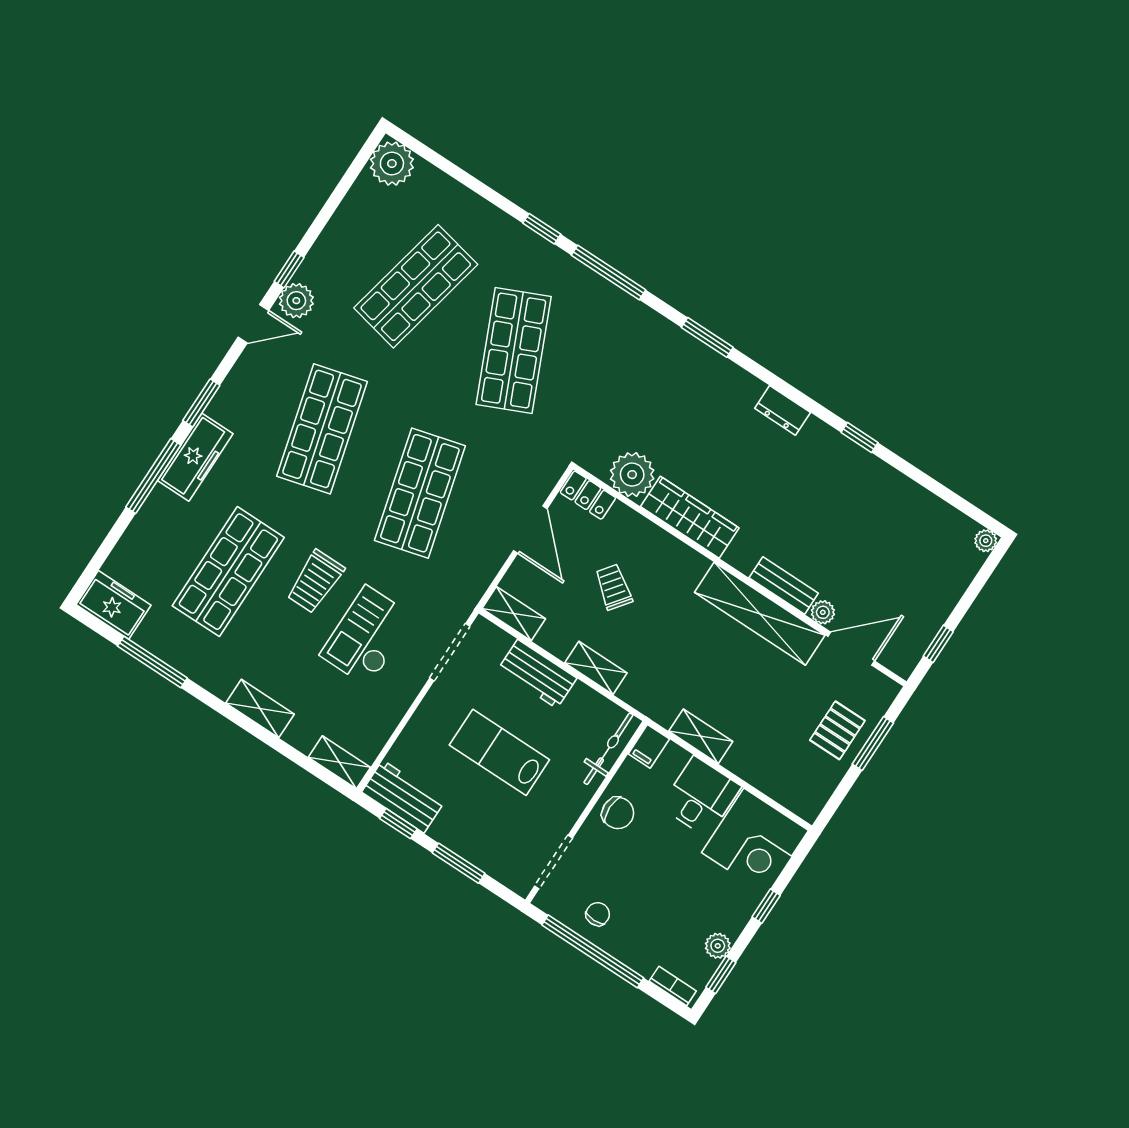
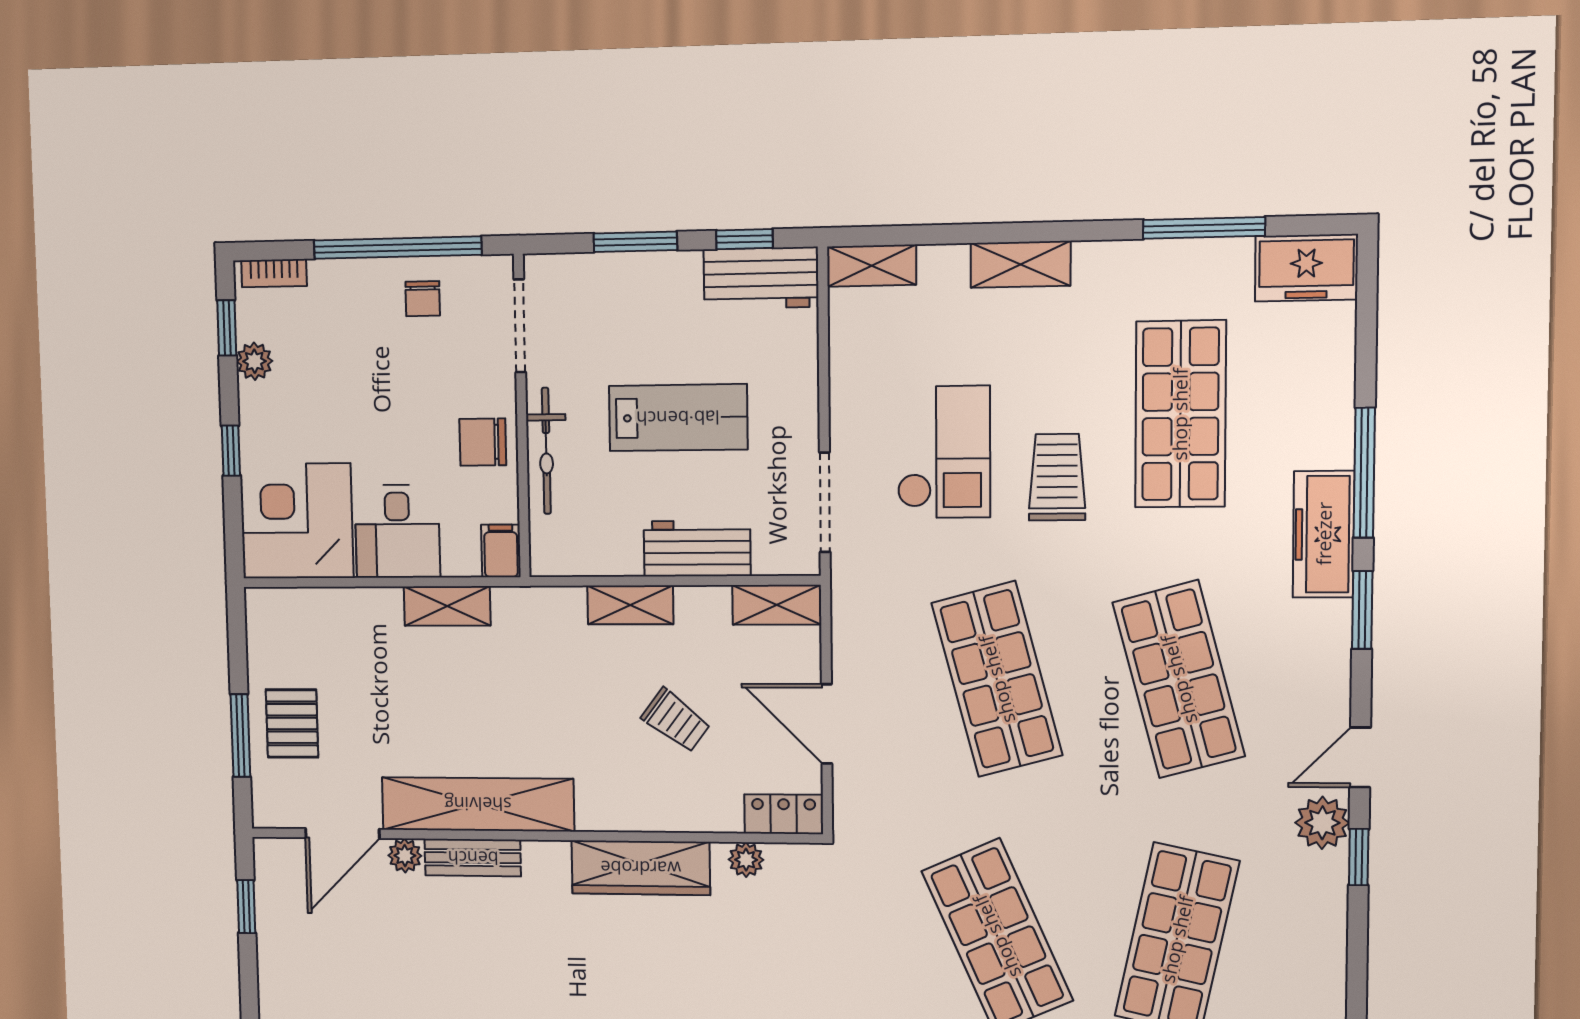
plant: (632, 475) -> (746, 860), width x0.53, depth x0.53
bicycle: (608, 749) -> (546, 451), moved

